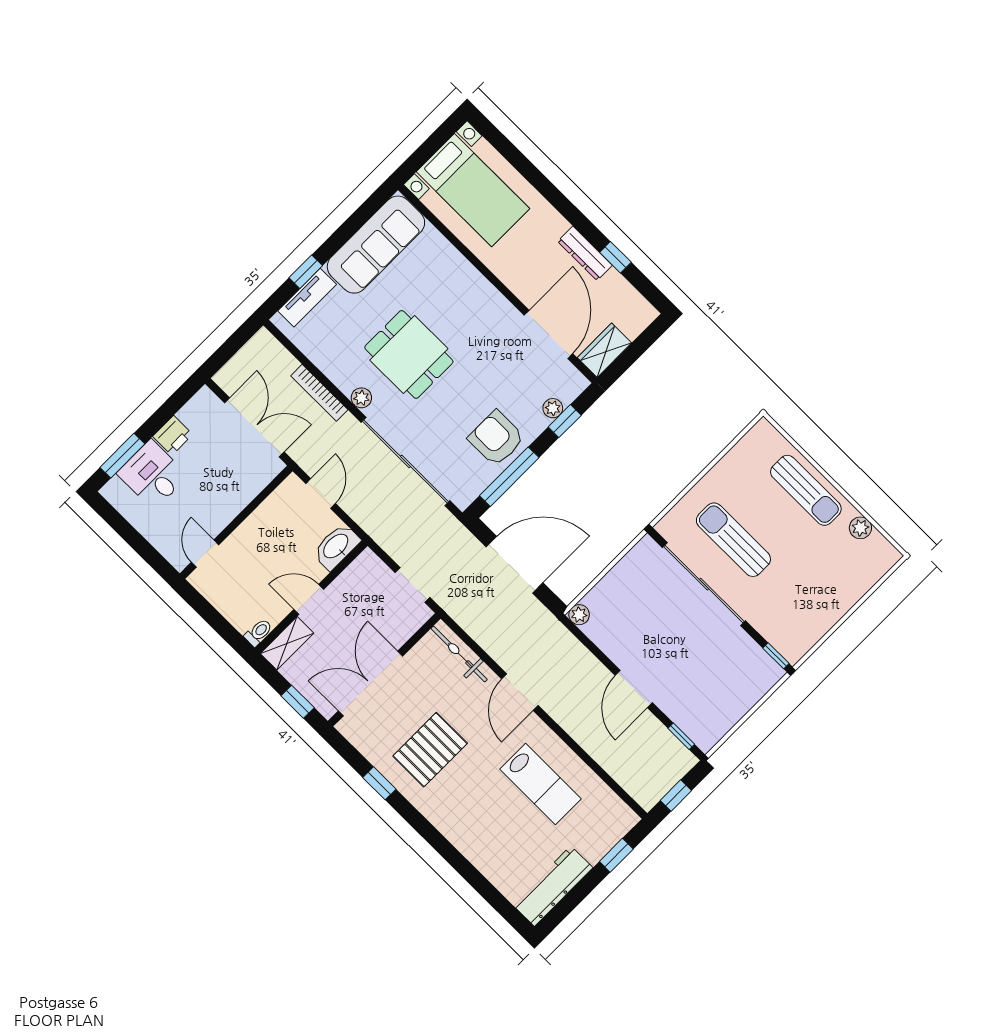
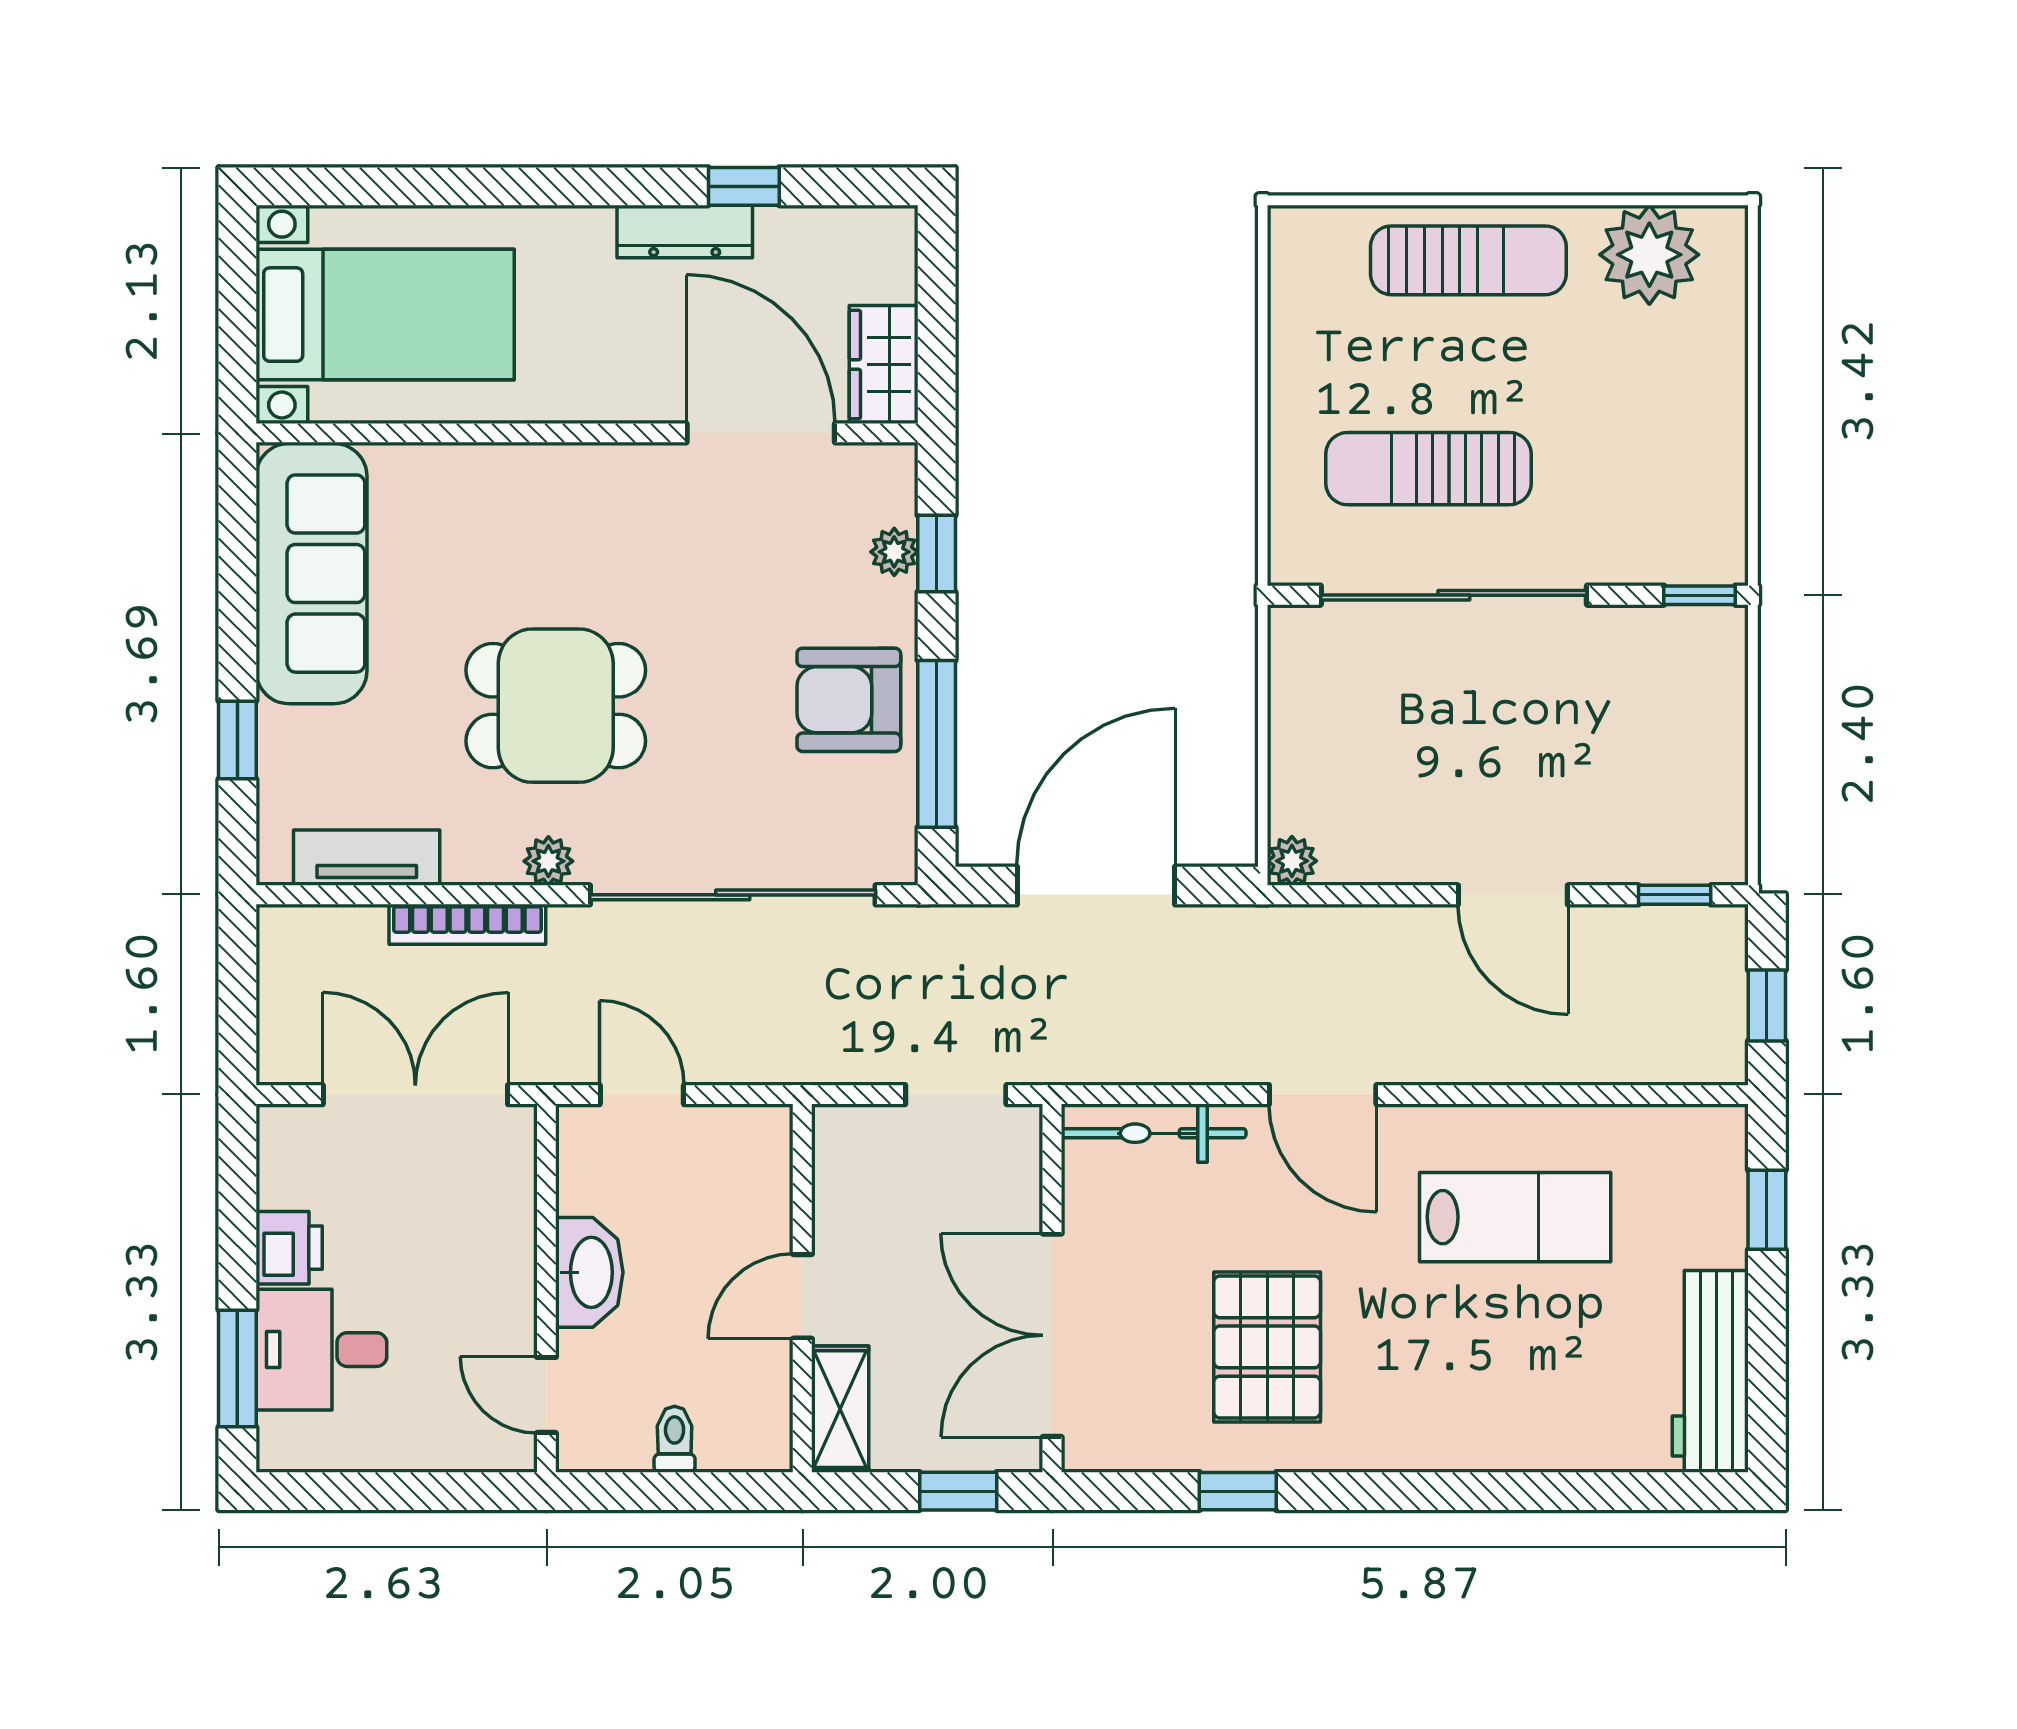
tv unit: (307, 298) -> (367, 858), moved, turned -90
plant: (860, 528) -> (1649, 255), width x1.88, depth x1.88
washbasin: (336, 547) -> (589, 1272), moved, turned 180
toilet: (258, 632) -> (675, 1439), moved

